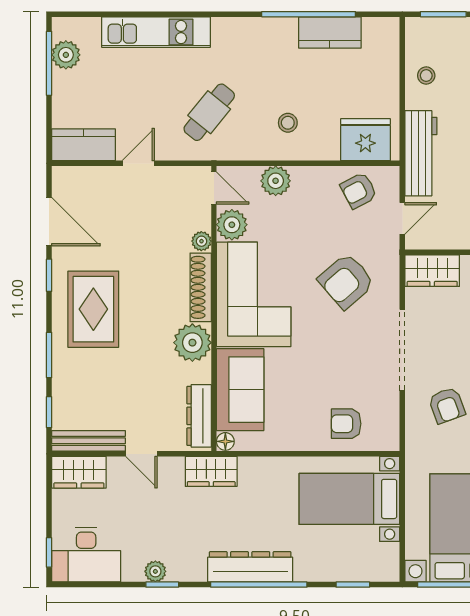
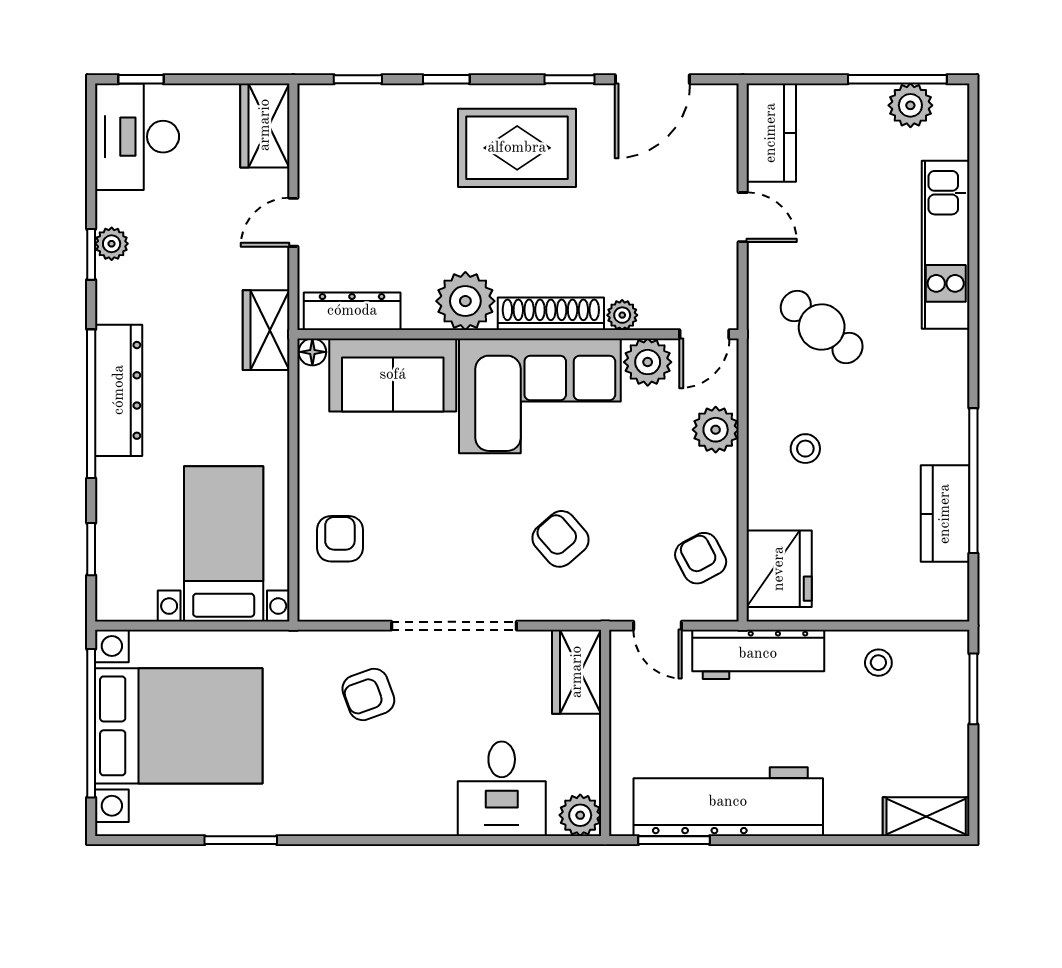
armchair: (346, 281) -> (561, 539), width x0.72, depth x0.72
window: (49, 355) -> (446, 79), width x0.67
bench: (88, 441) -> (313, 140), removed

